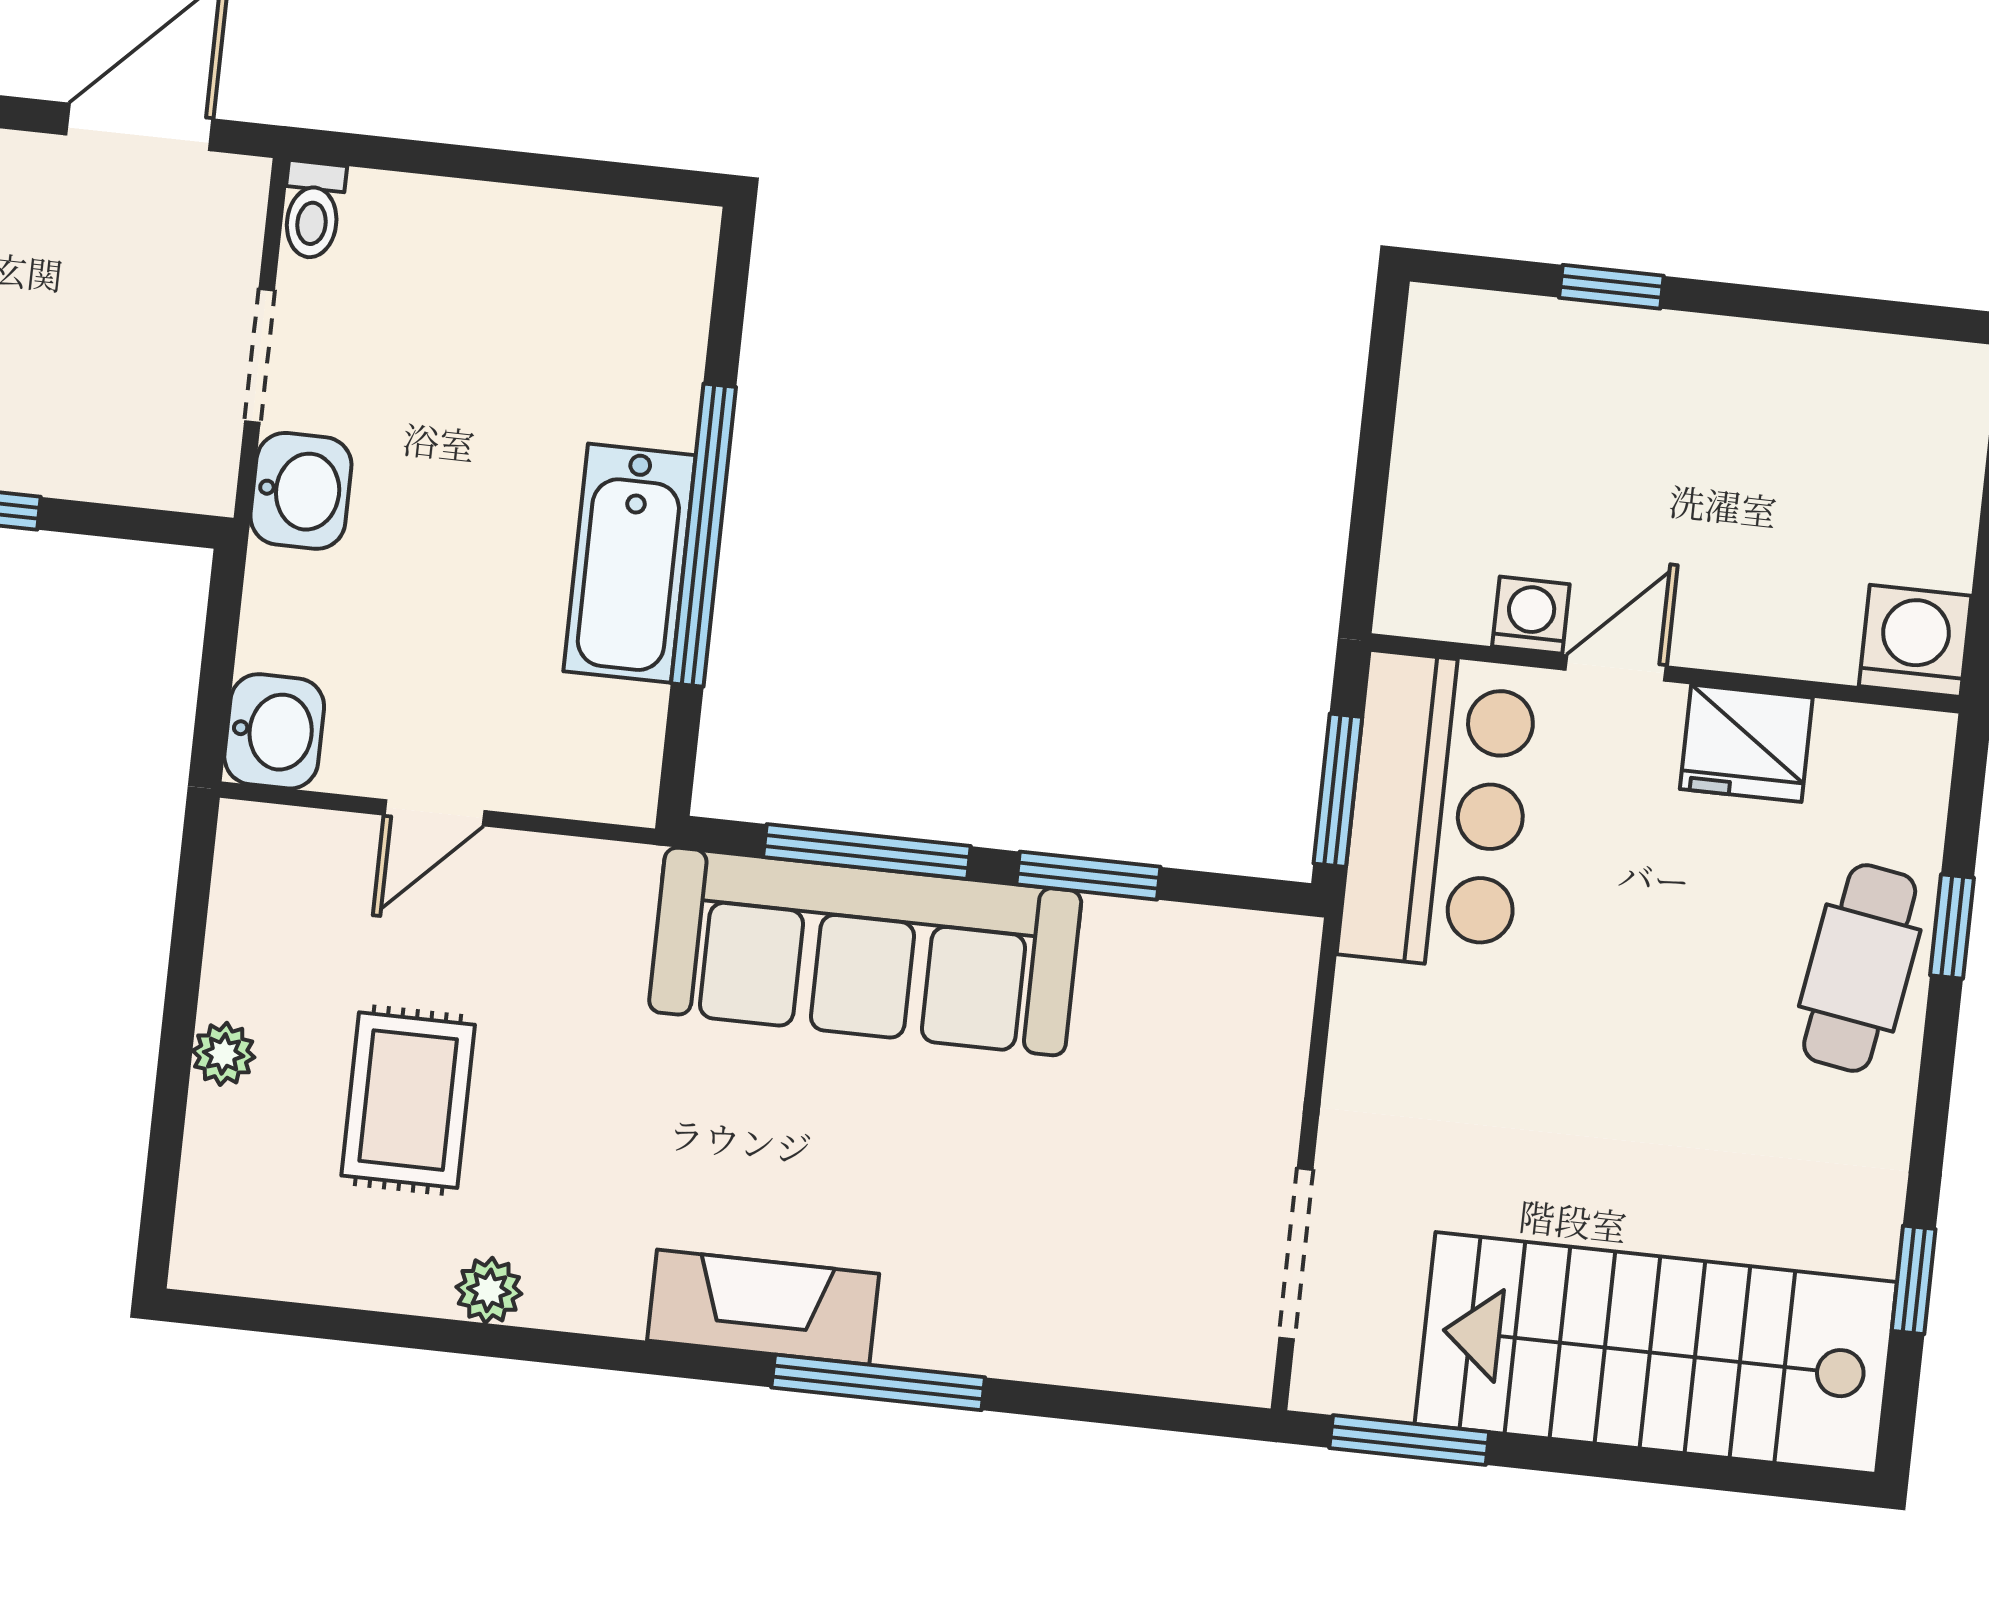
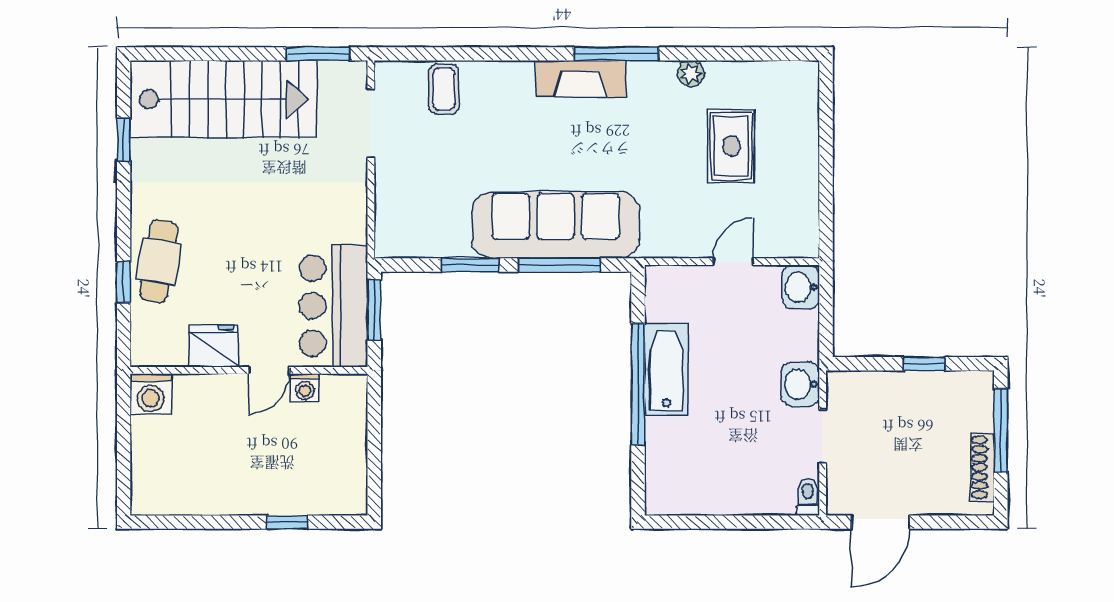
plant: (224, 1054) -> (807, 156), removed
coffee table: (1106, 1319) -> (444, 89), added
window: (878, 1382) -> (616, 54), moved

